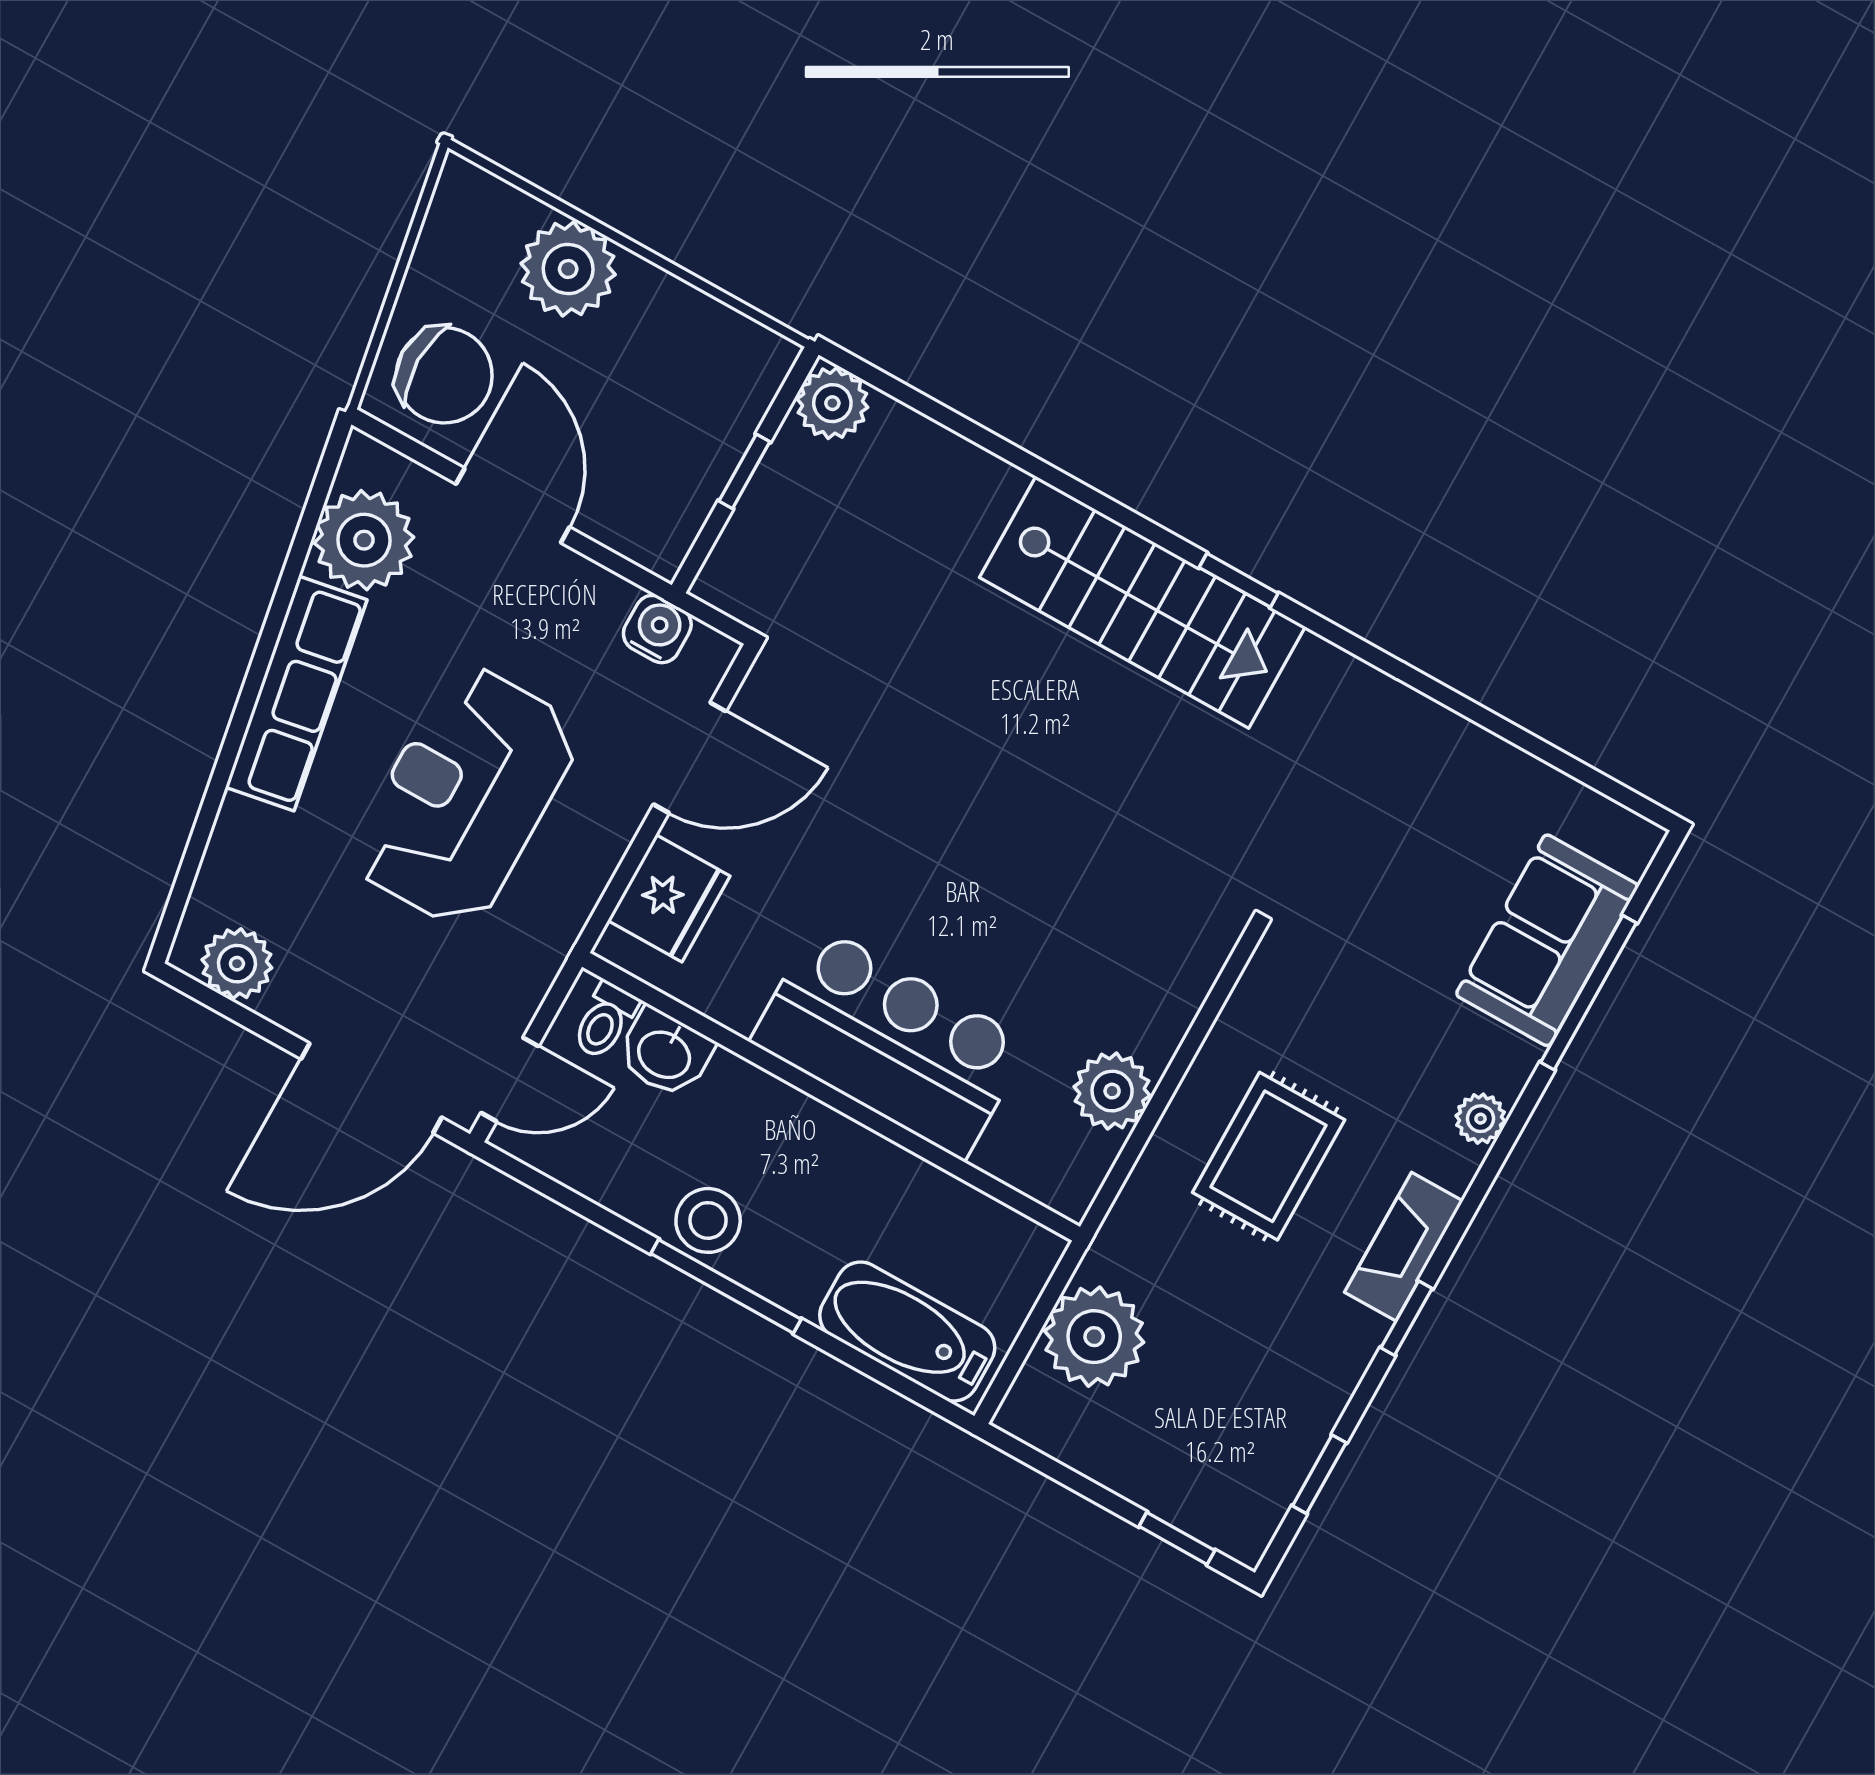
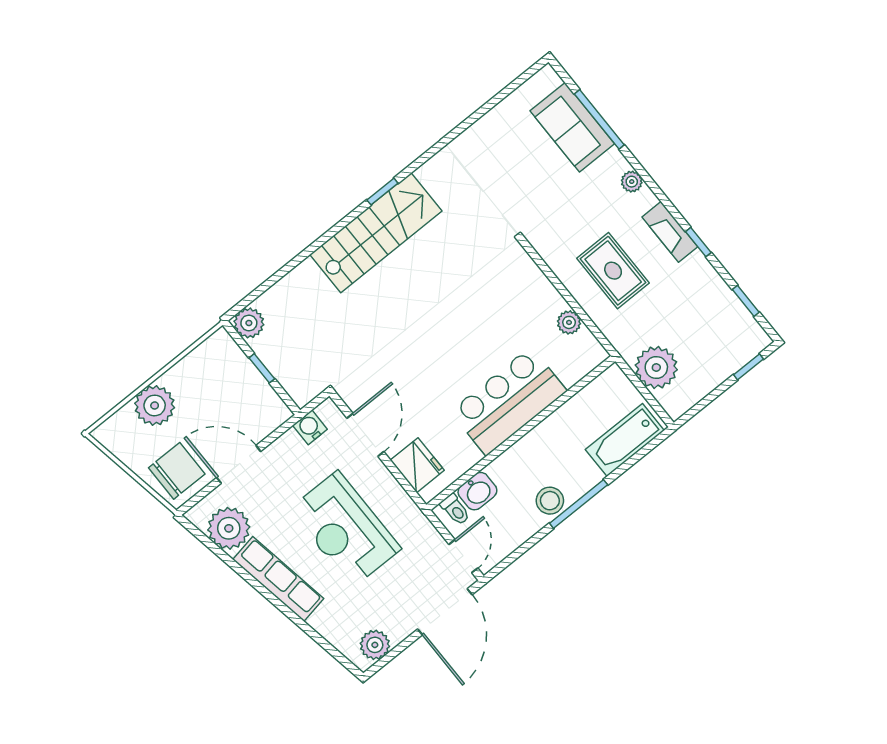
plant: (1112, 1091) -> (569, 322), width x0.73, depth x0.73

